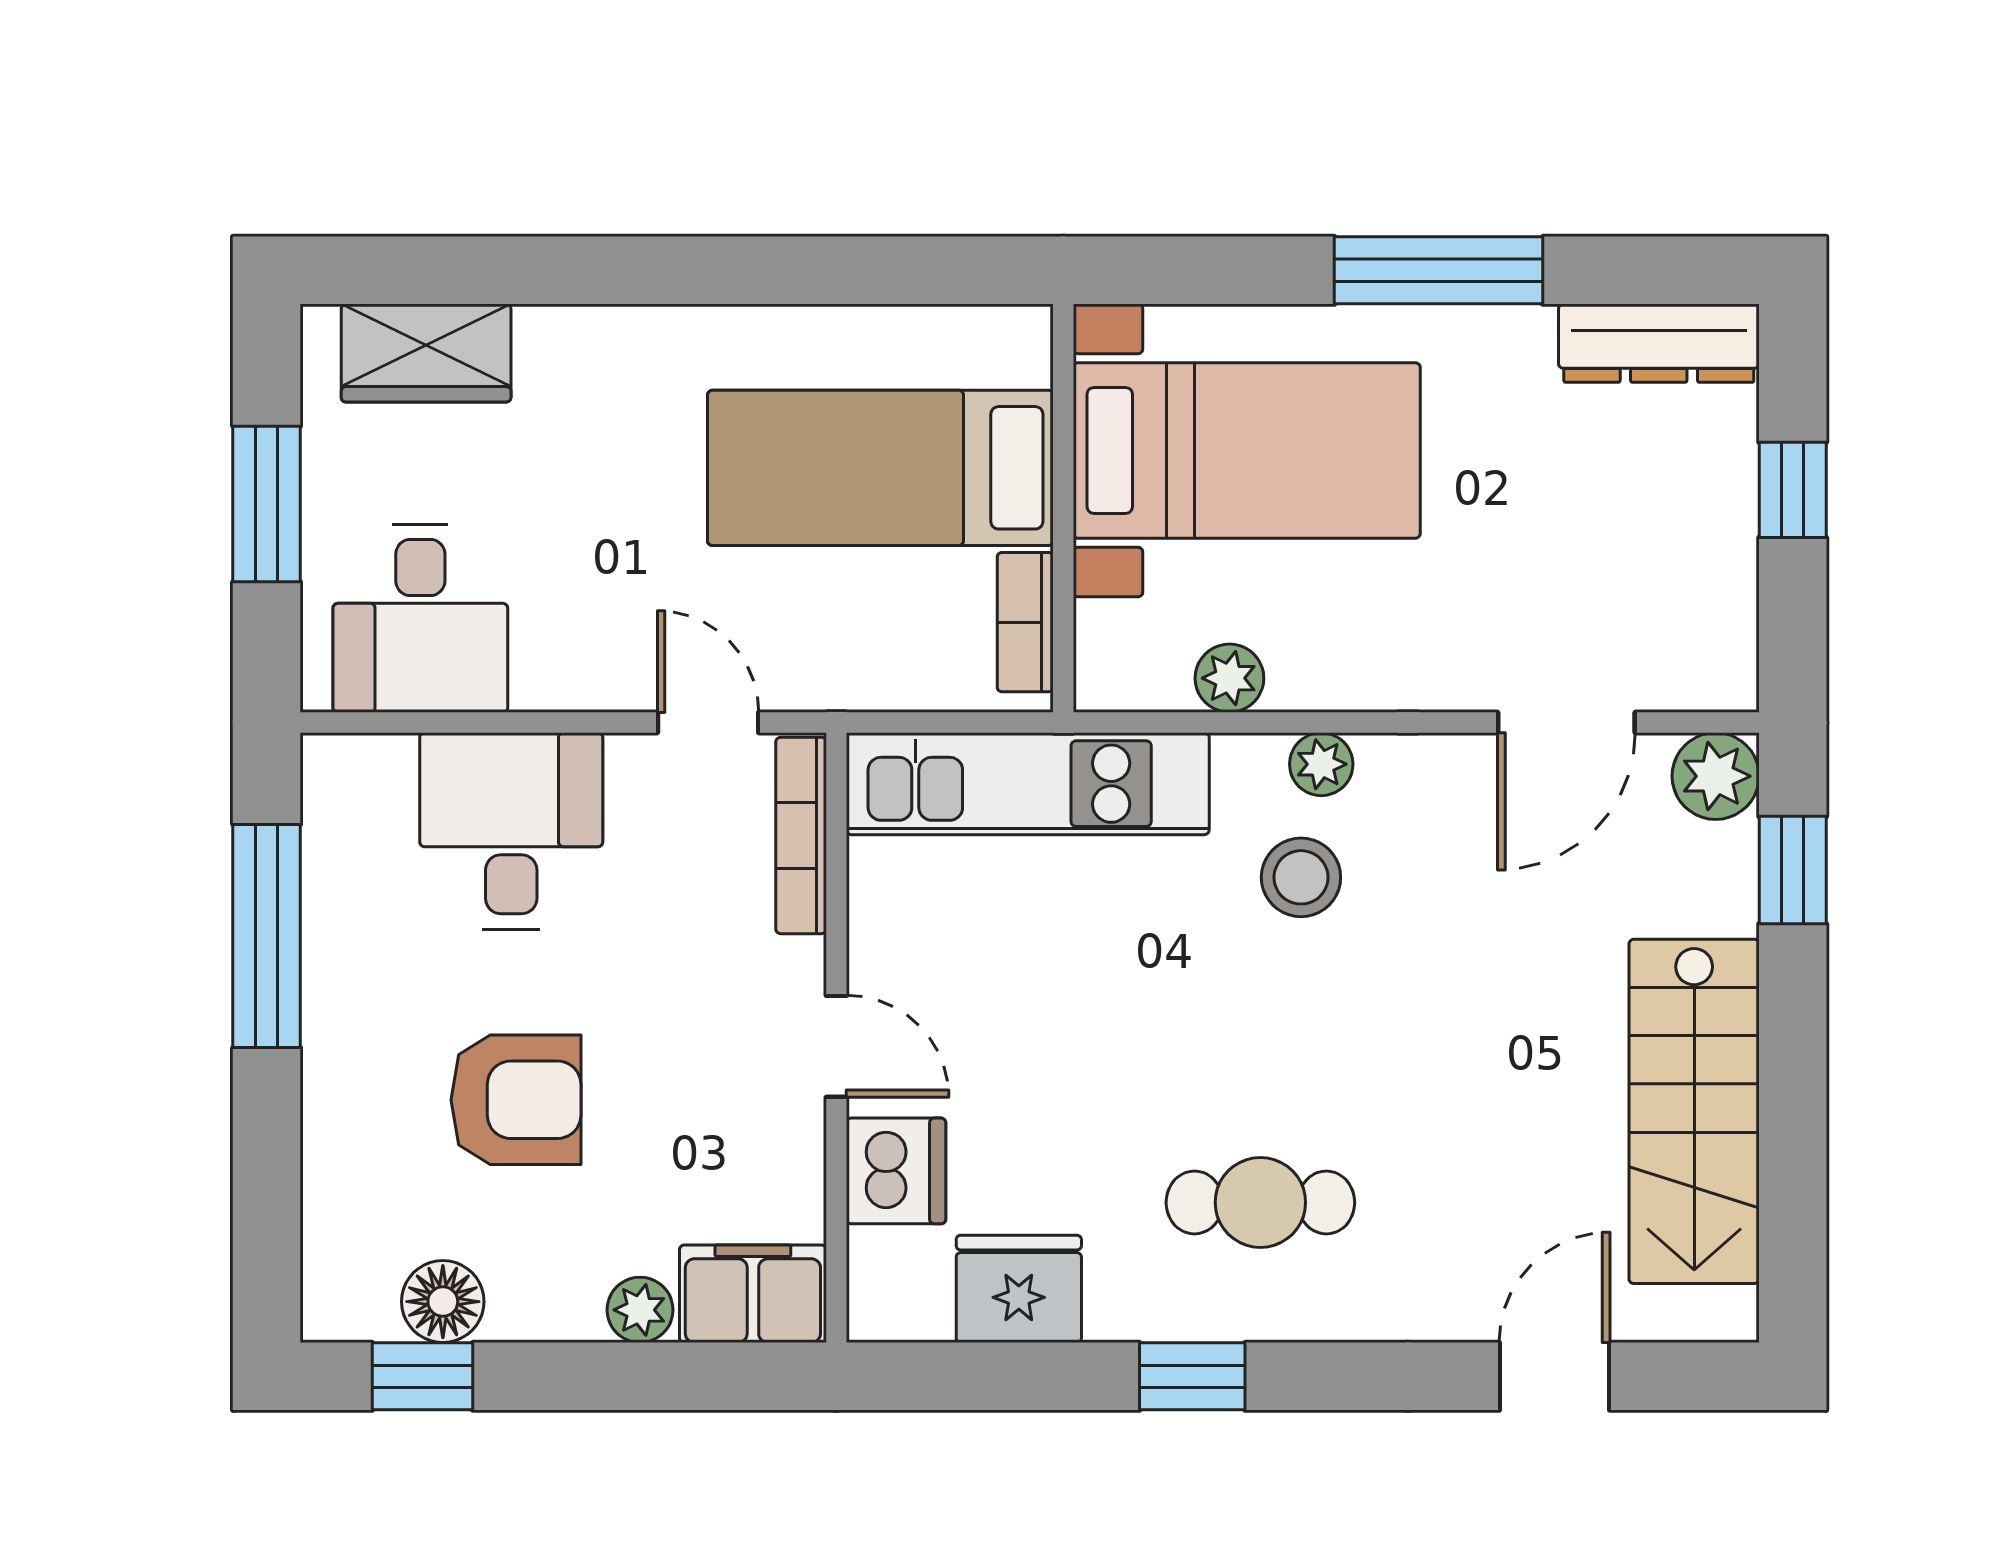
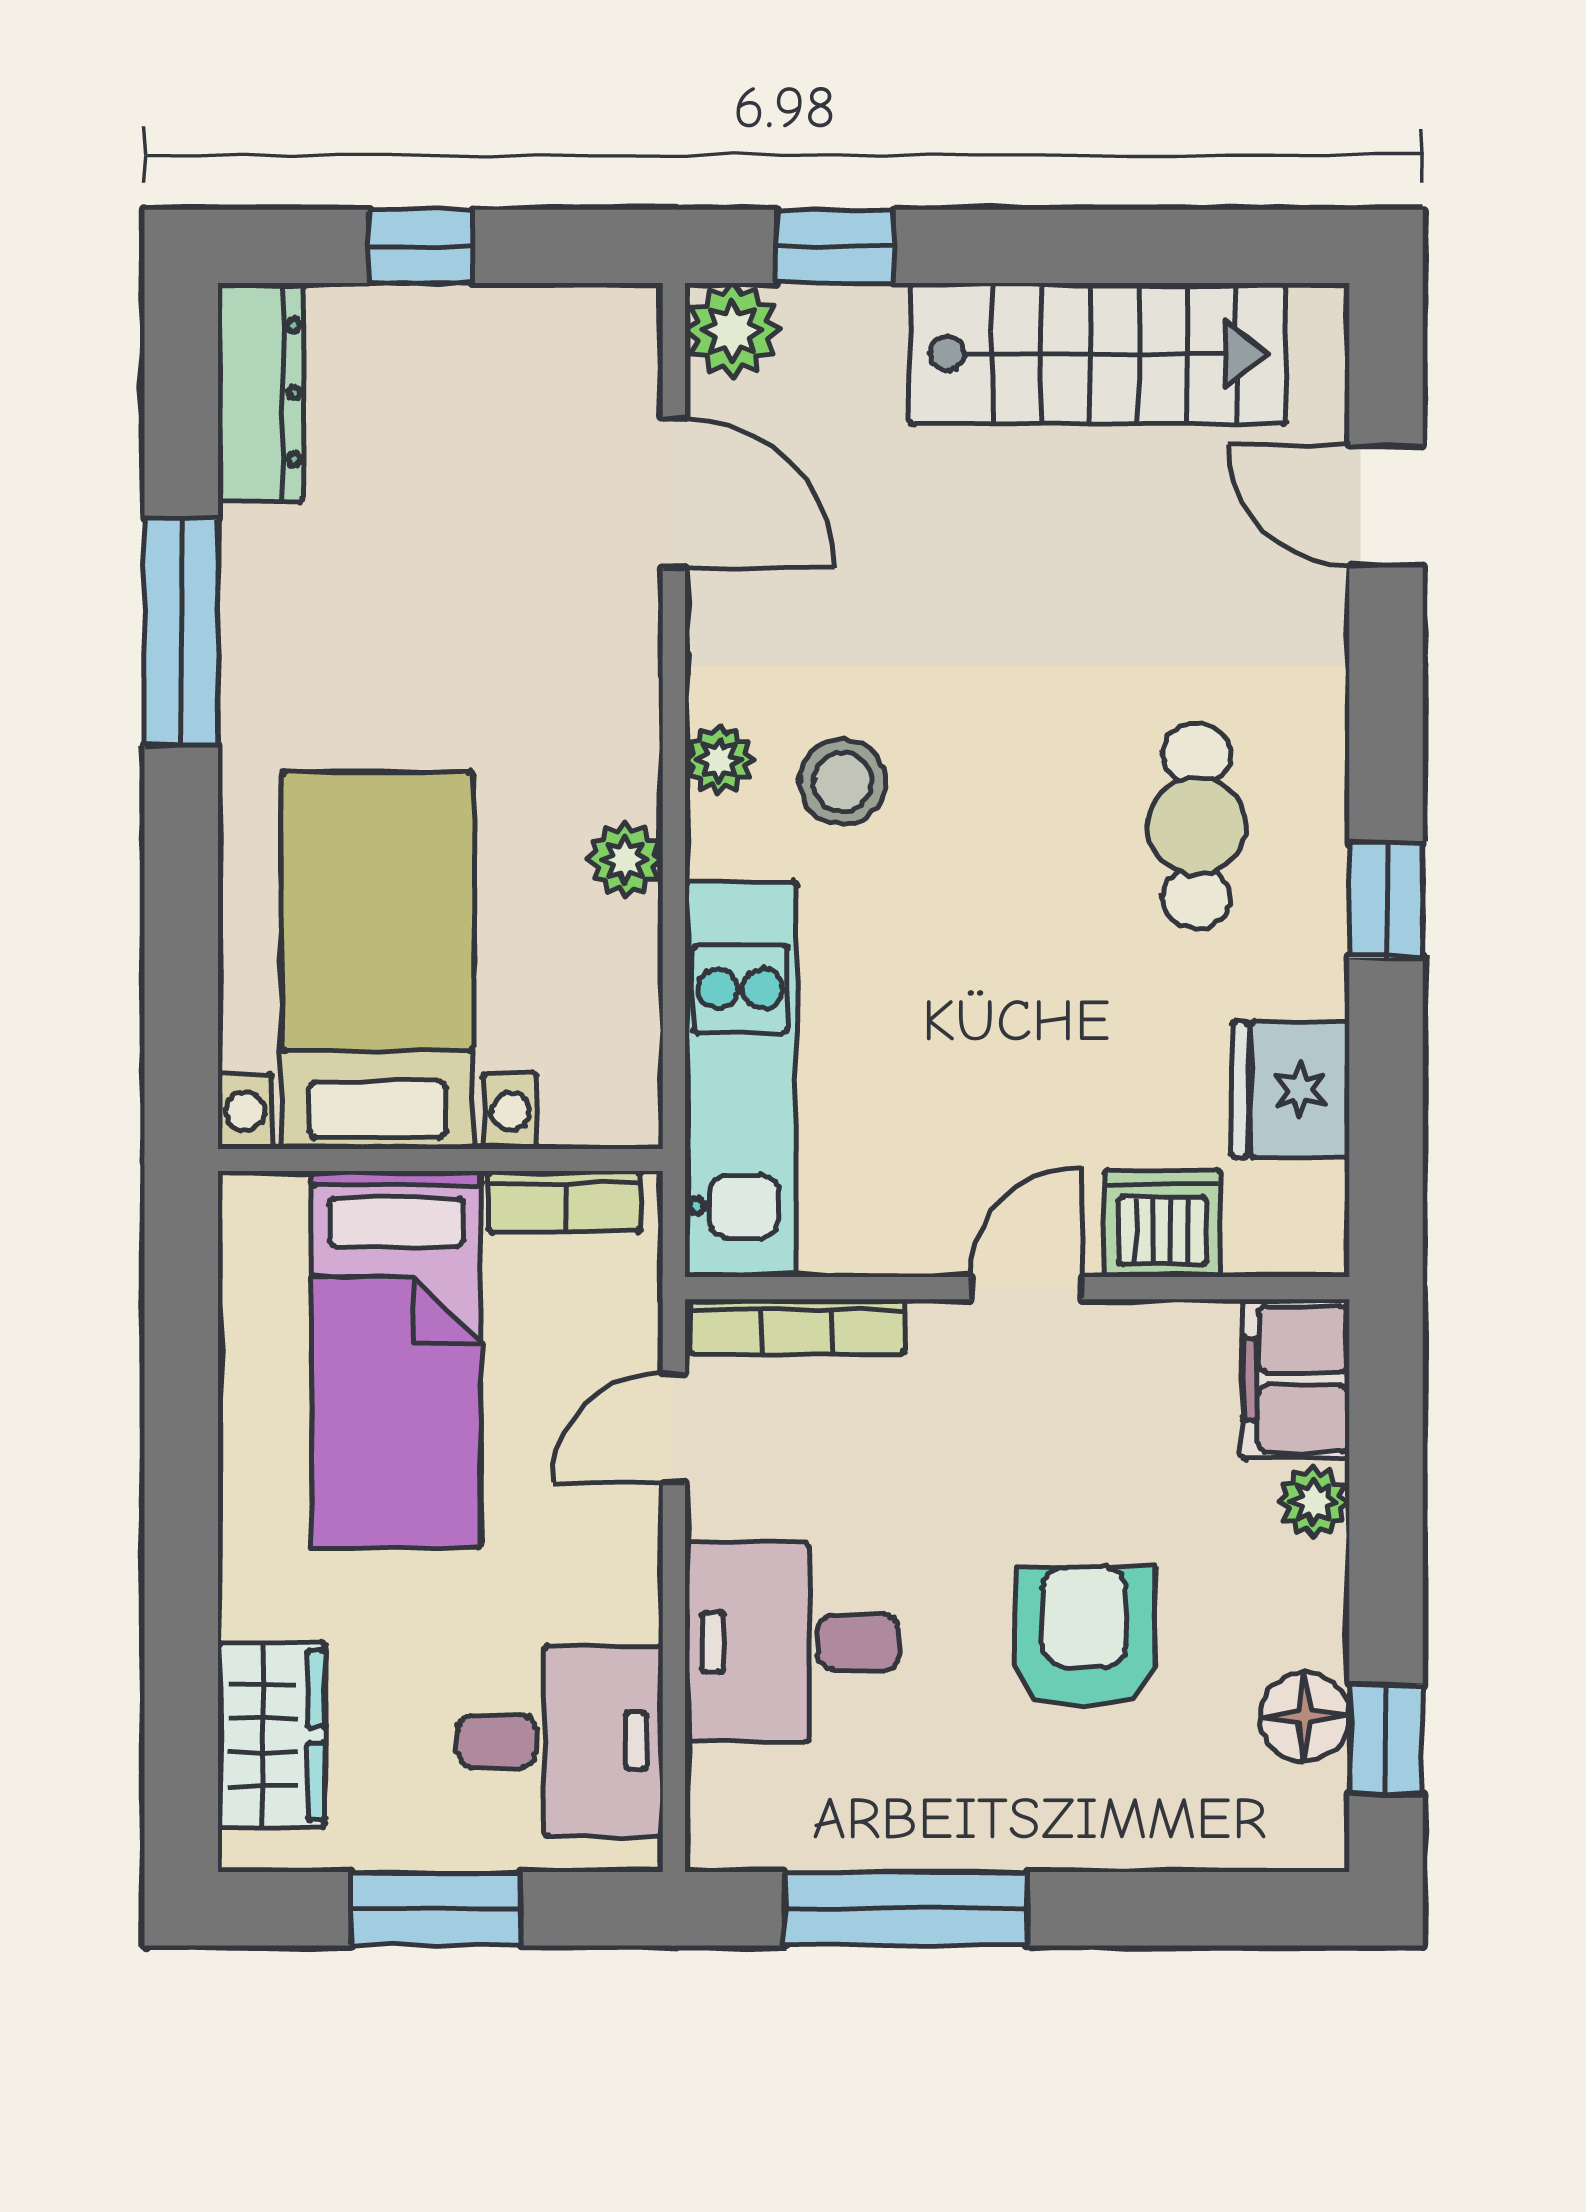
bed with nightstands: (1247, 450) -> (377, 960), moved
bed: (880, 468) -> (396, 1359), moved
wall: (1063, 508) -> (440, 1160), moved
bookcase: (1025, 622) -> (564, 1201), moved

